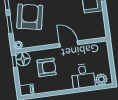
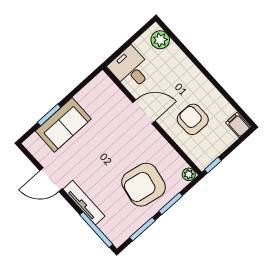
door: (69, 44) -> (144, 112), swing flipped
floor lamp: (23, 59) -> (203, 157), removed
desk: (83, 76) -> (131, 69), moved, turned -90

